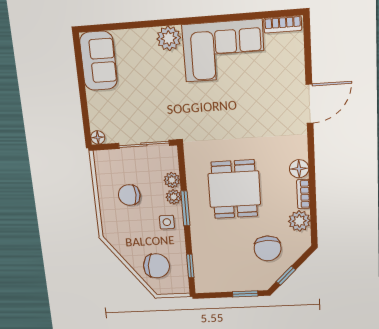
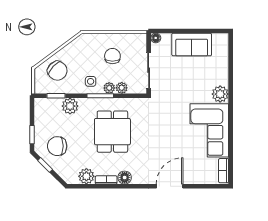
sofa: (98, 61) -> (192, 45), moved
door: (309, 104) -> (170, 186), swing flipped
dining table: (234, 189) -> (112, 132), turned 90
plant: (203, 247) -> (70, 106), added
chair: (268, 248) -> (57, 146), moved
chair: (156, 266) -> (57, 71), turned -53

